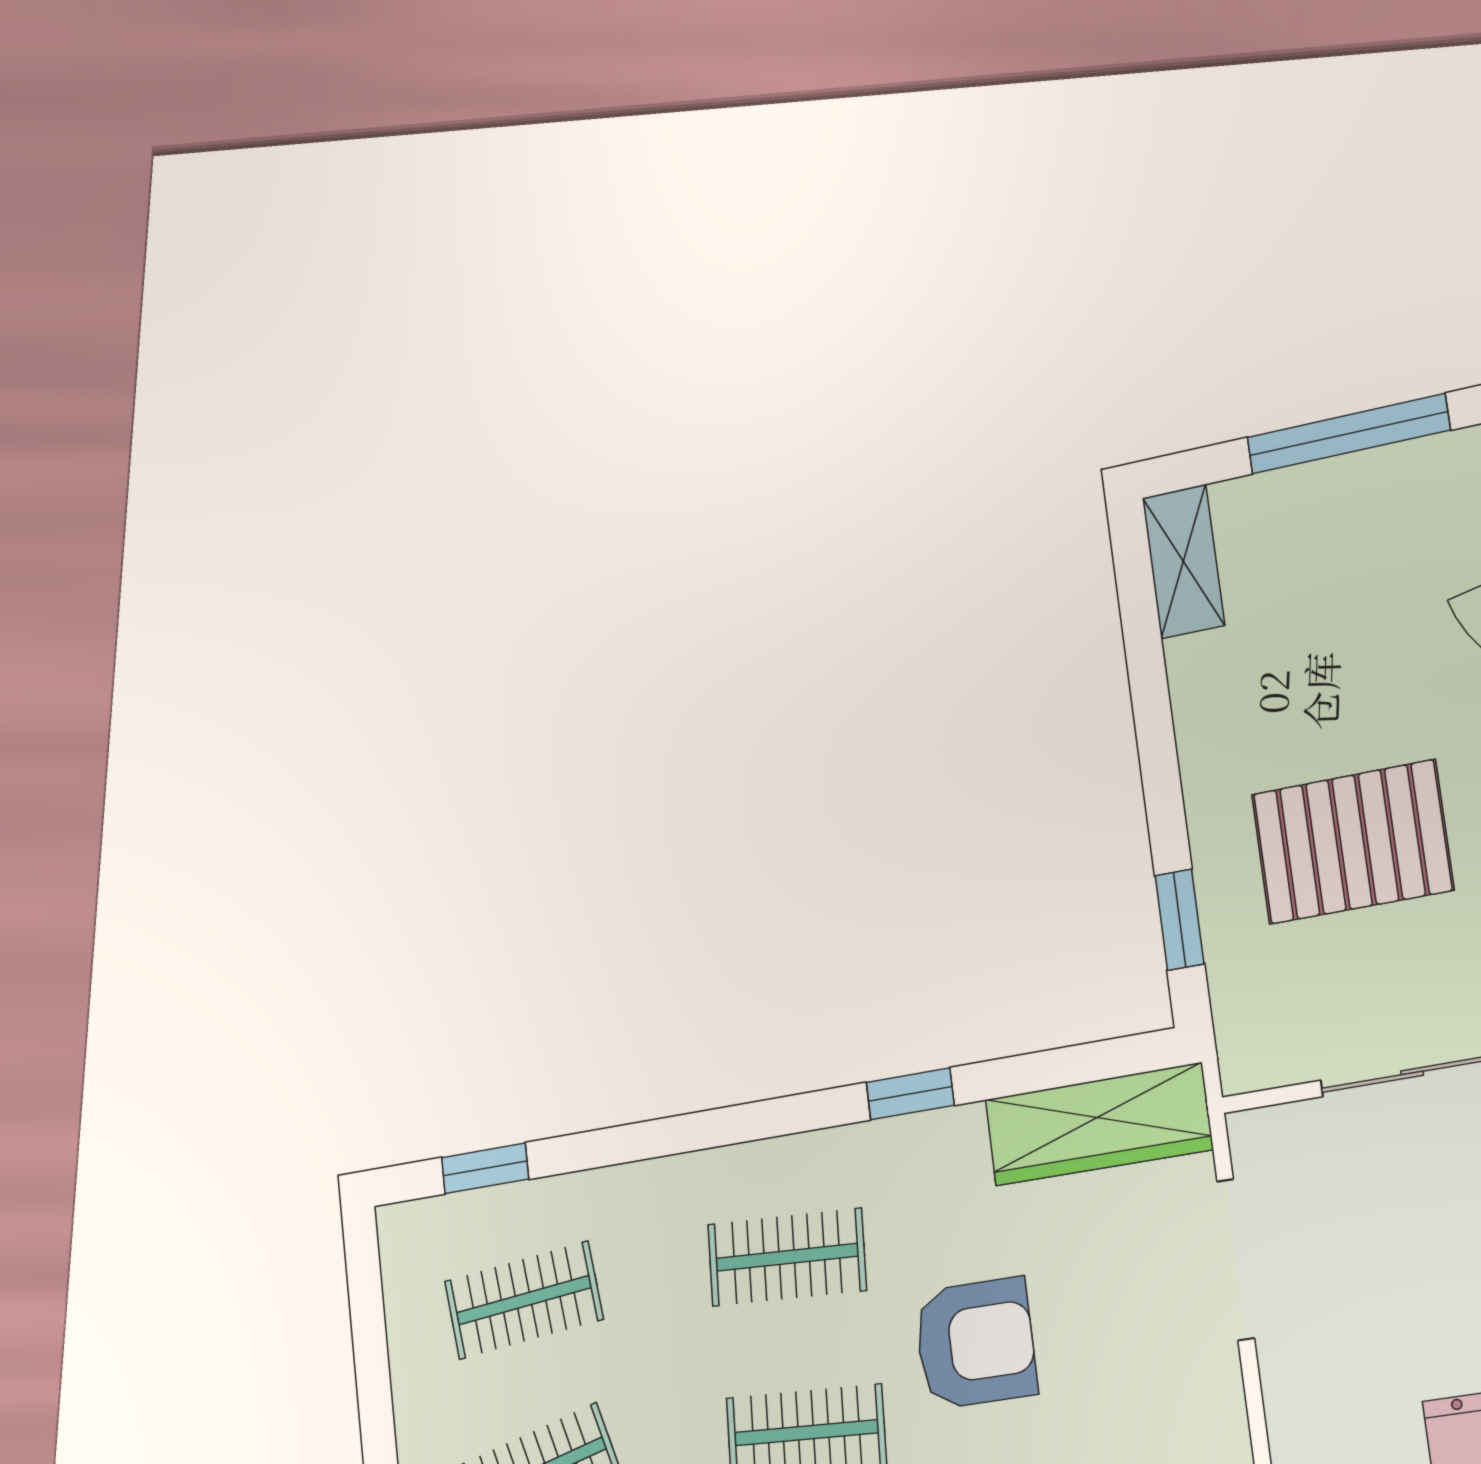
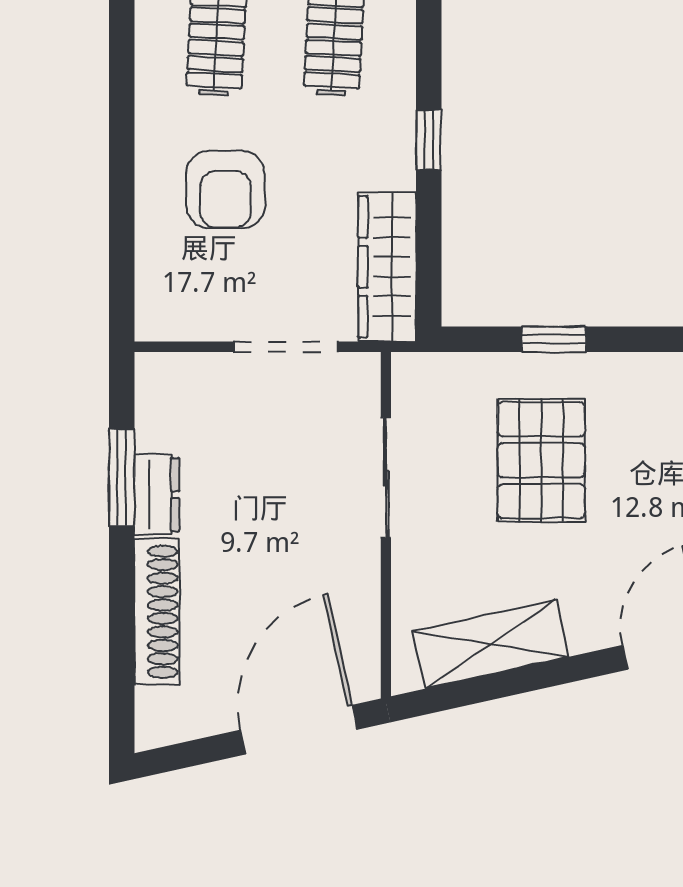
window: (1179, 920) -> (554, 339), moved
armchair: (975, 1343) -> (226, 190), moved

